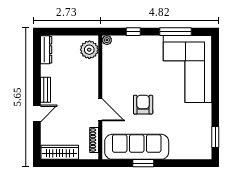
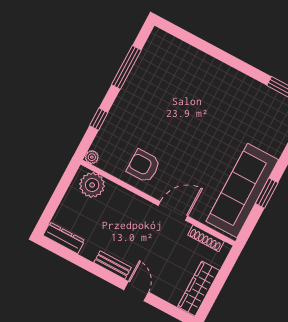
corner sofa: (187, 69) -> (180, 77), removed
armchair: (143, 105) -> (144, 166), moved

